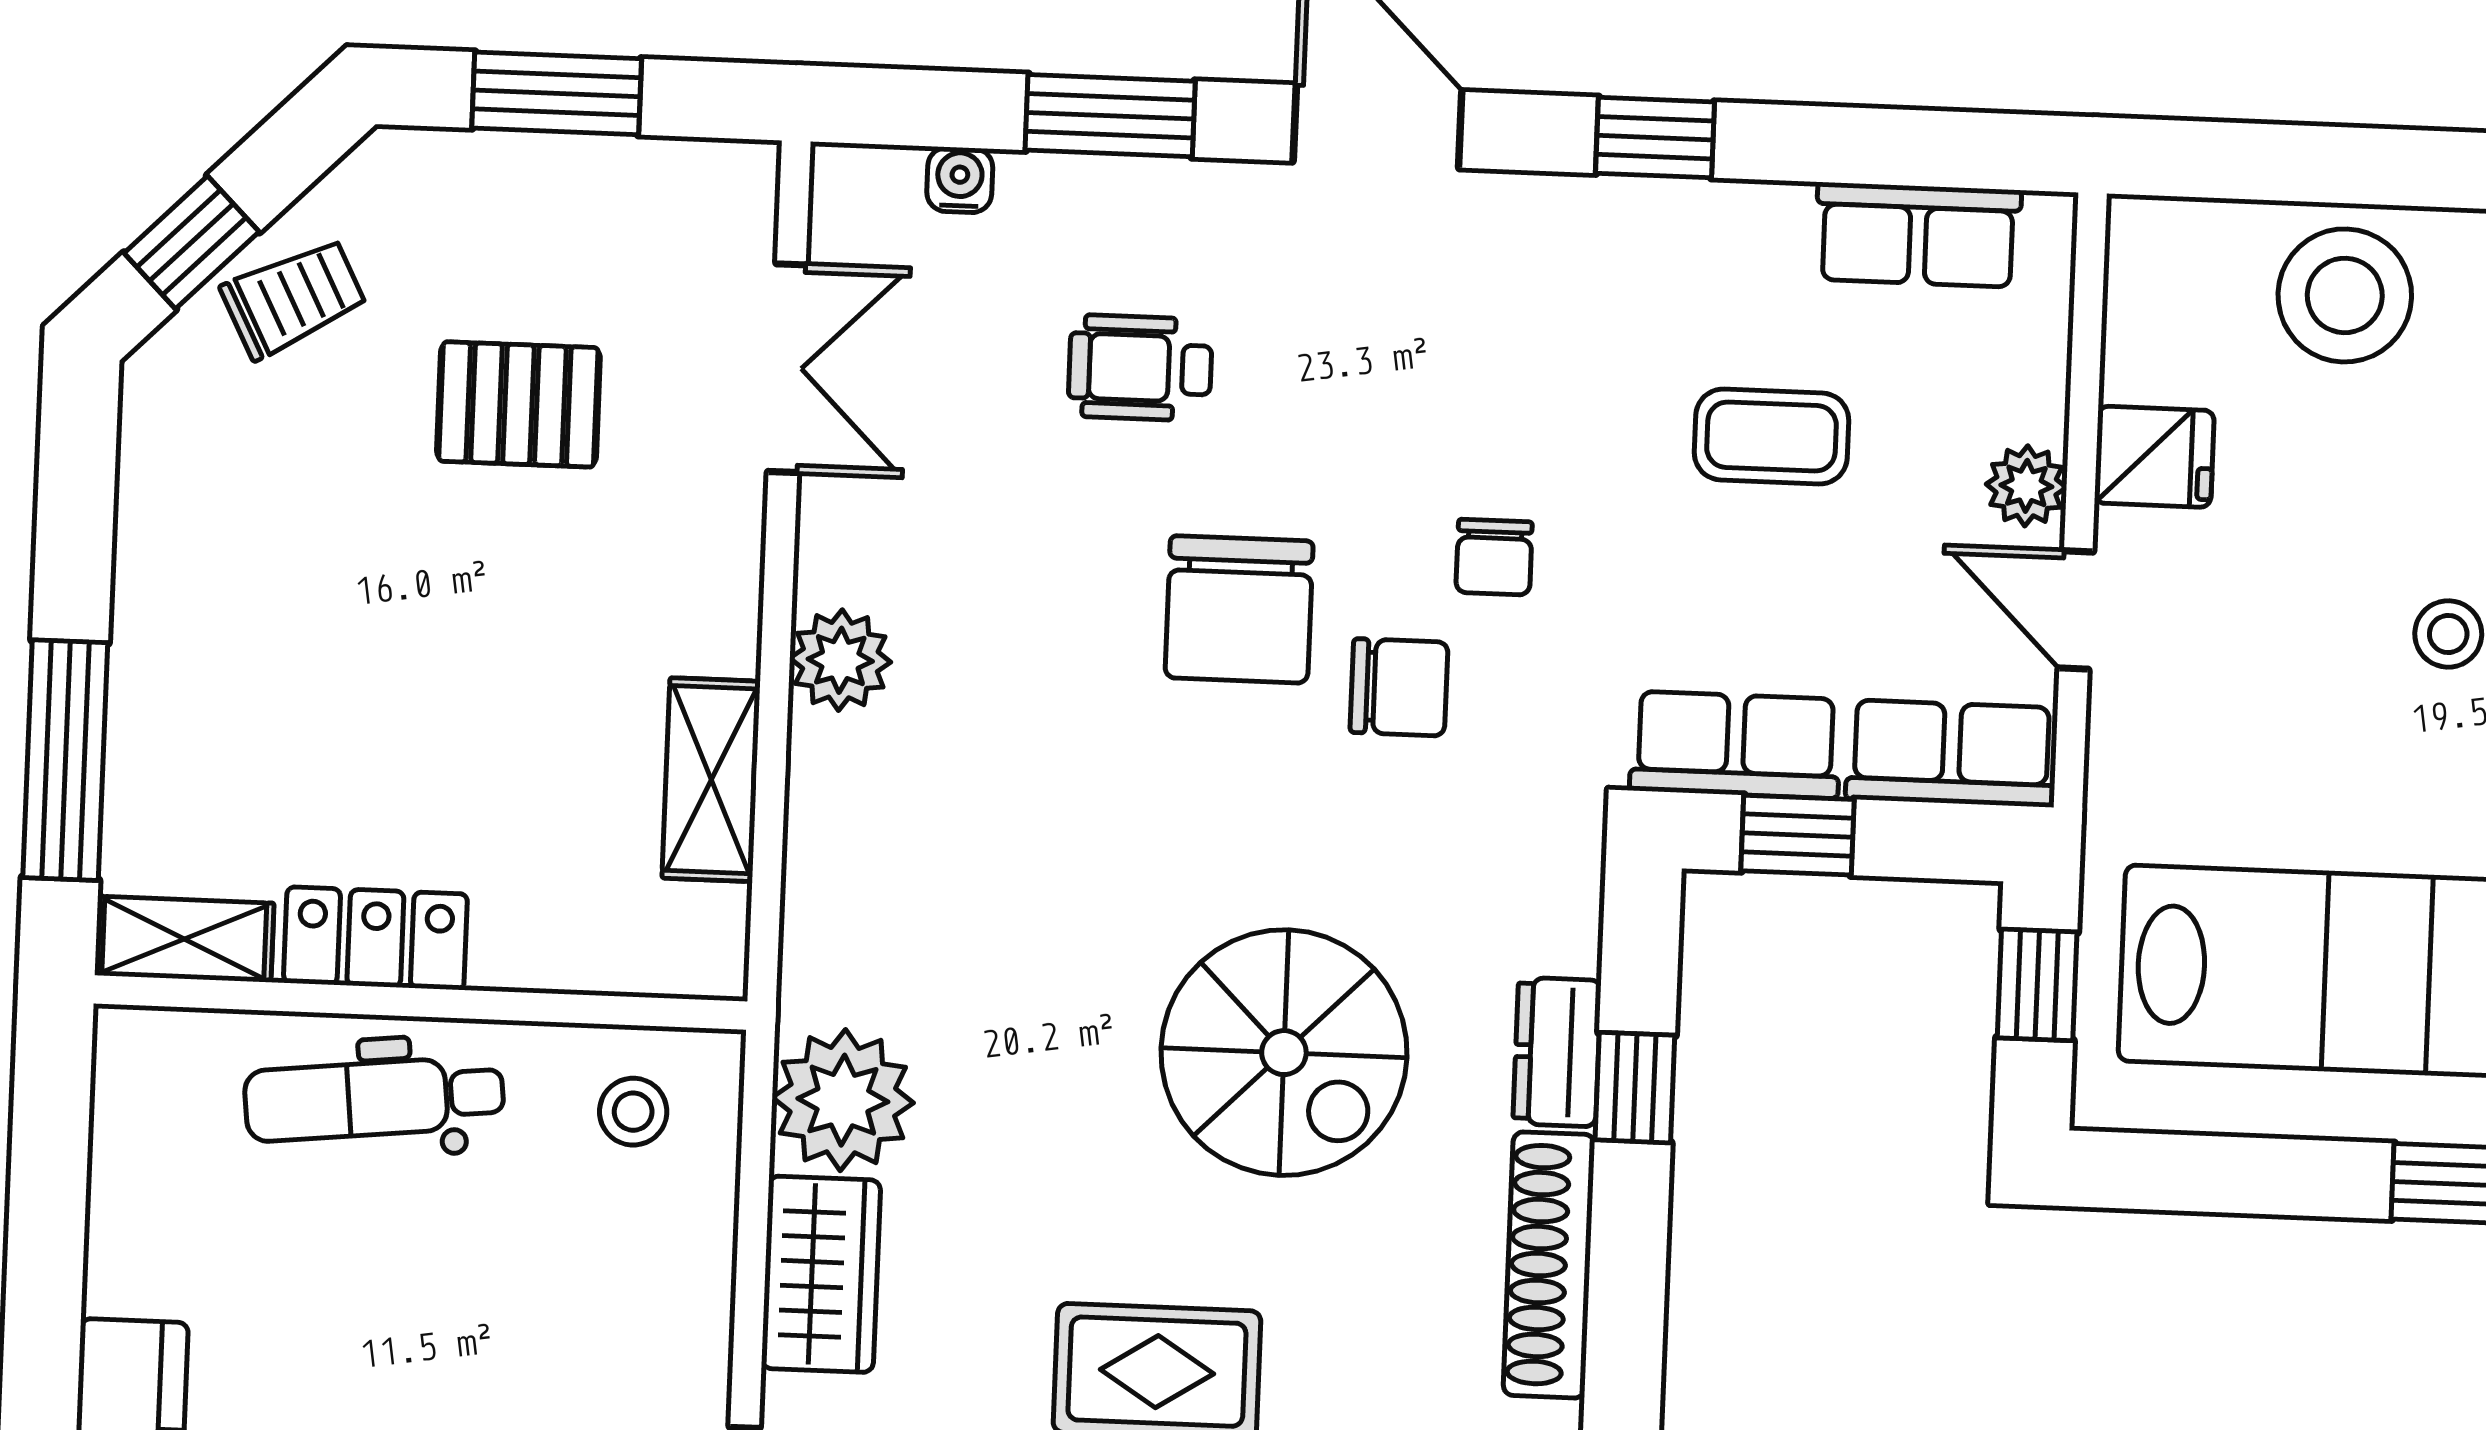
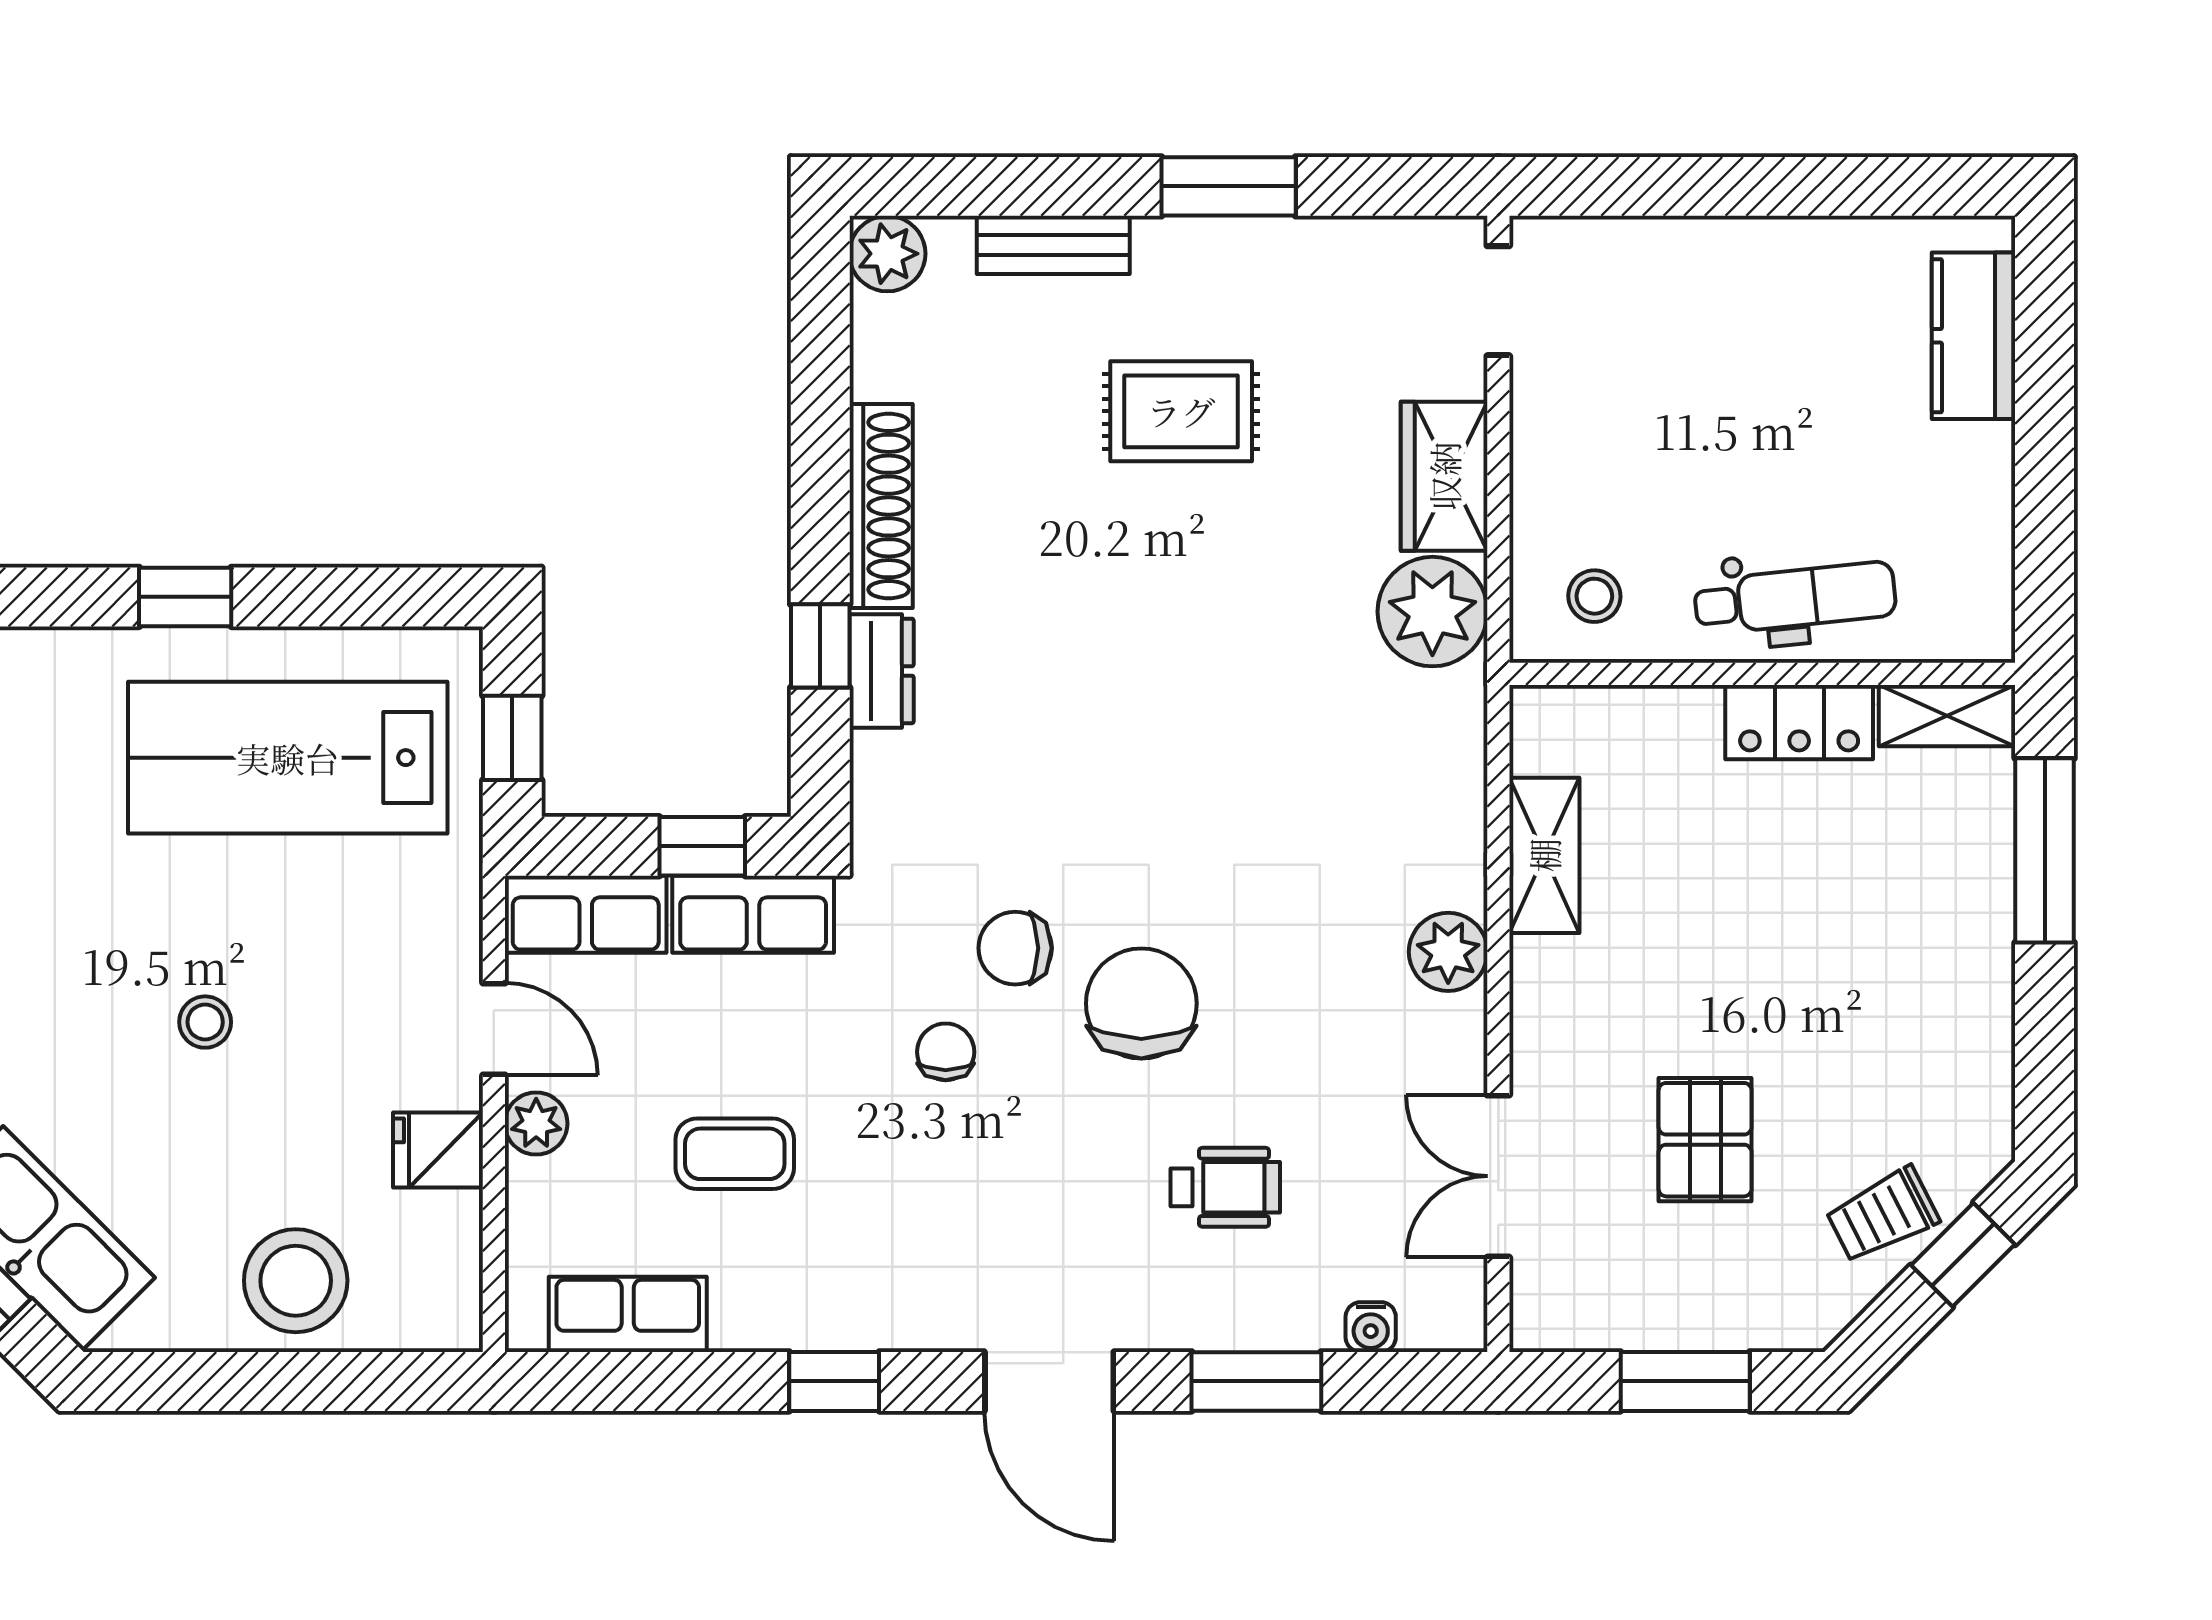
pallet: (518, 404) -> (1705, 1140), turned 90
spiral stairs: (1284, 1053) -> (1093, 662), removed

